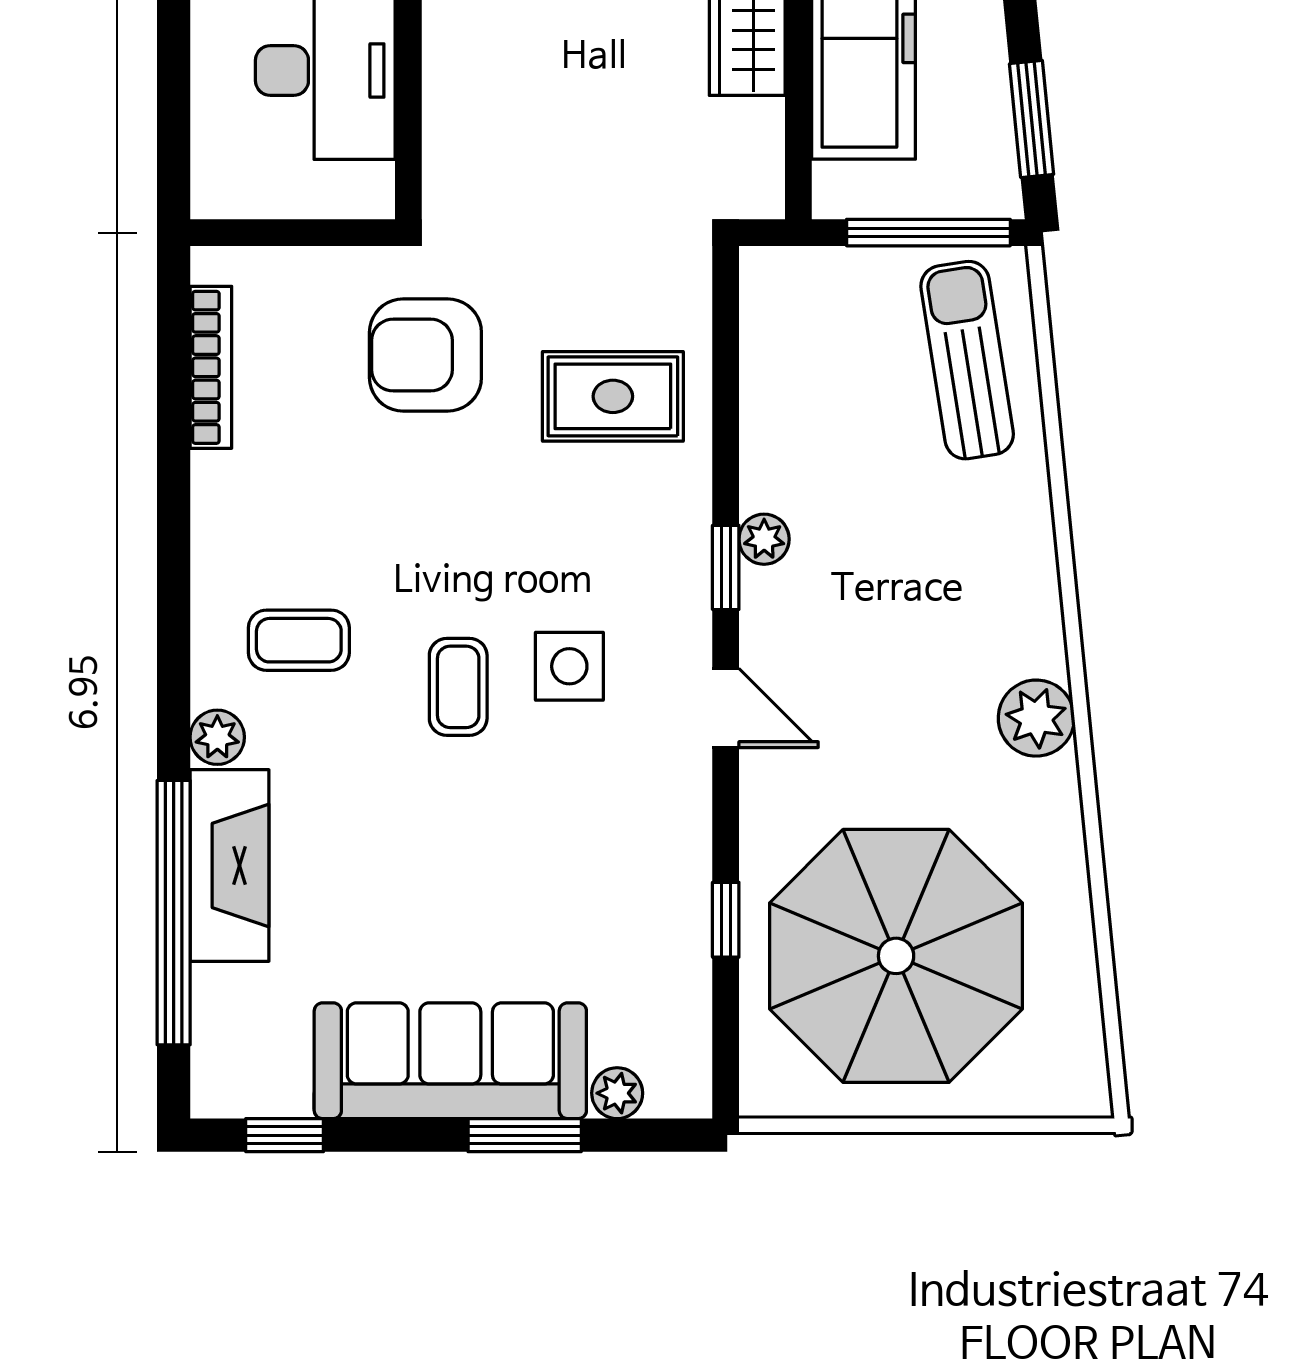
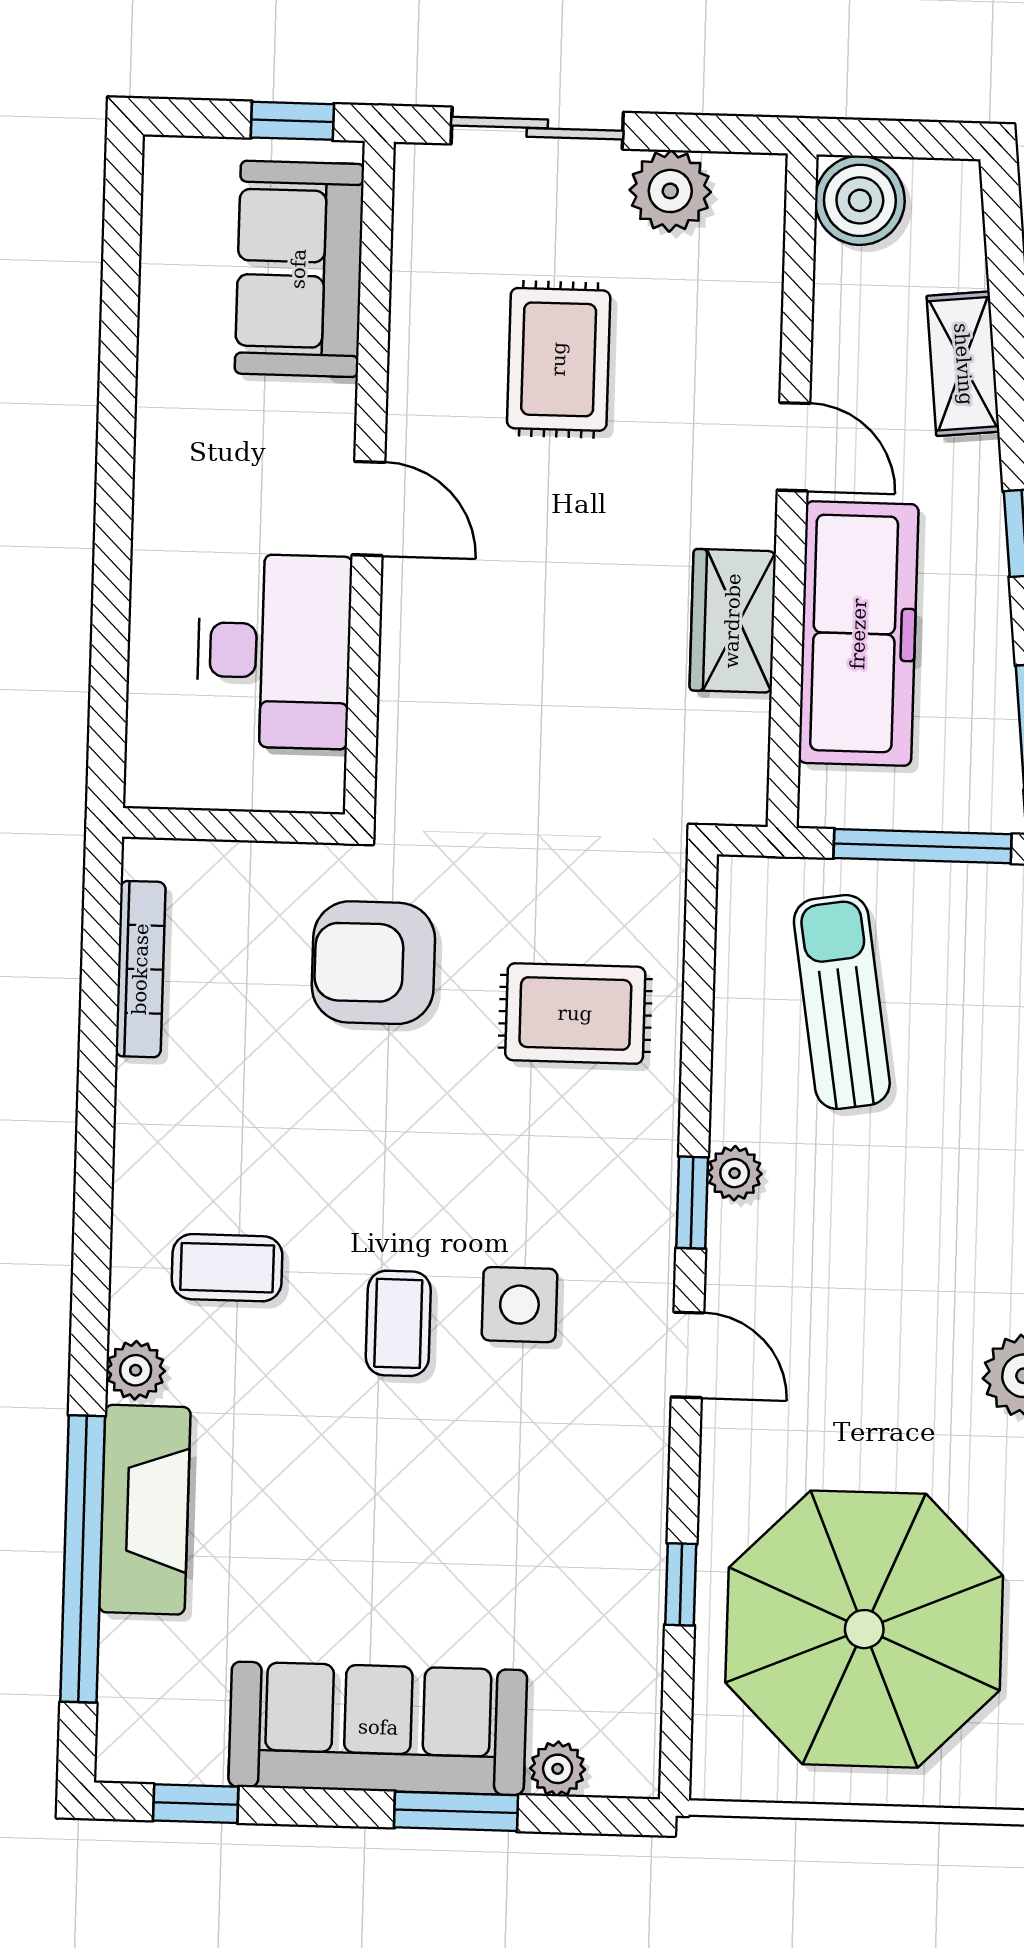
sun lounger: (967, 360) -> (842, 1002), moved

